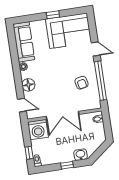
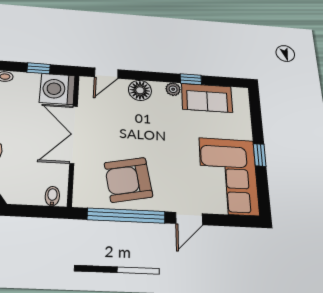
sofa: (24, 42) -> (207, 98), width x0.73
window: (15, 57) -> (191, 79), added
armchair: (81, 83) -> (128, 180), width x1.88, depth x1.88
window: (29, 153) -> (39, 68), moved

